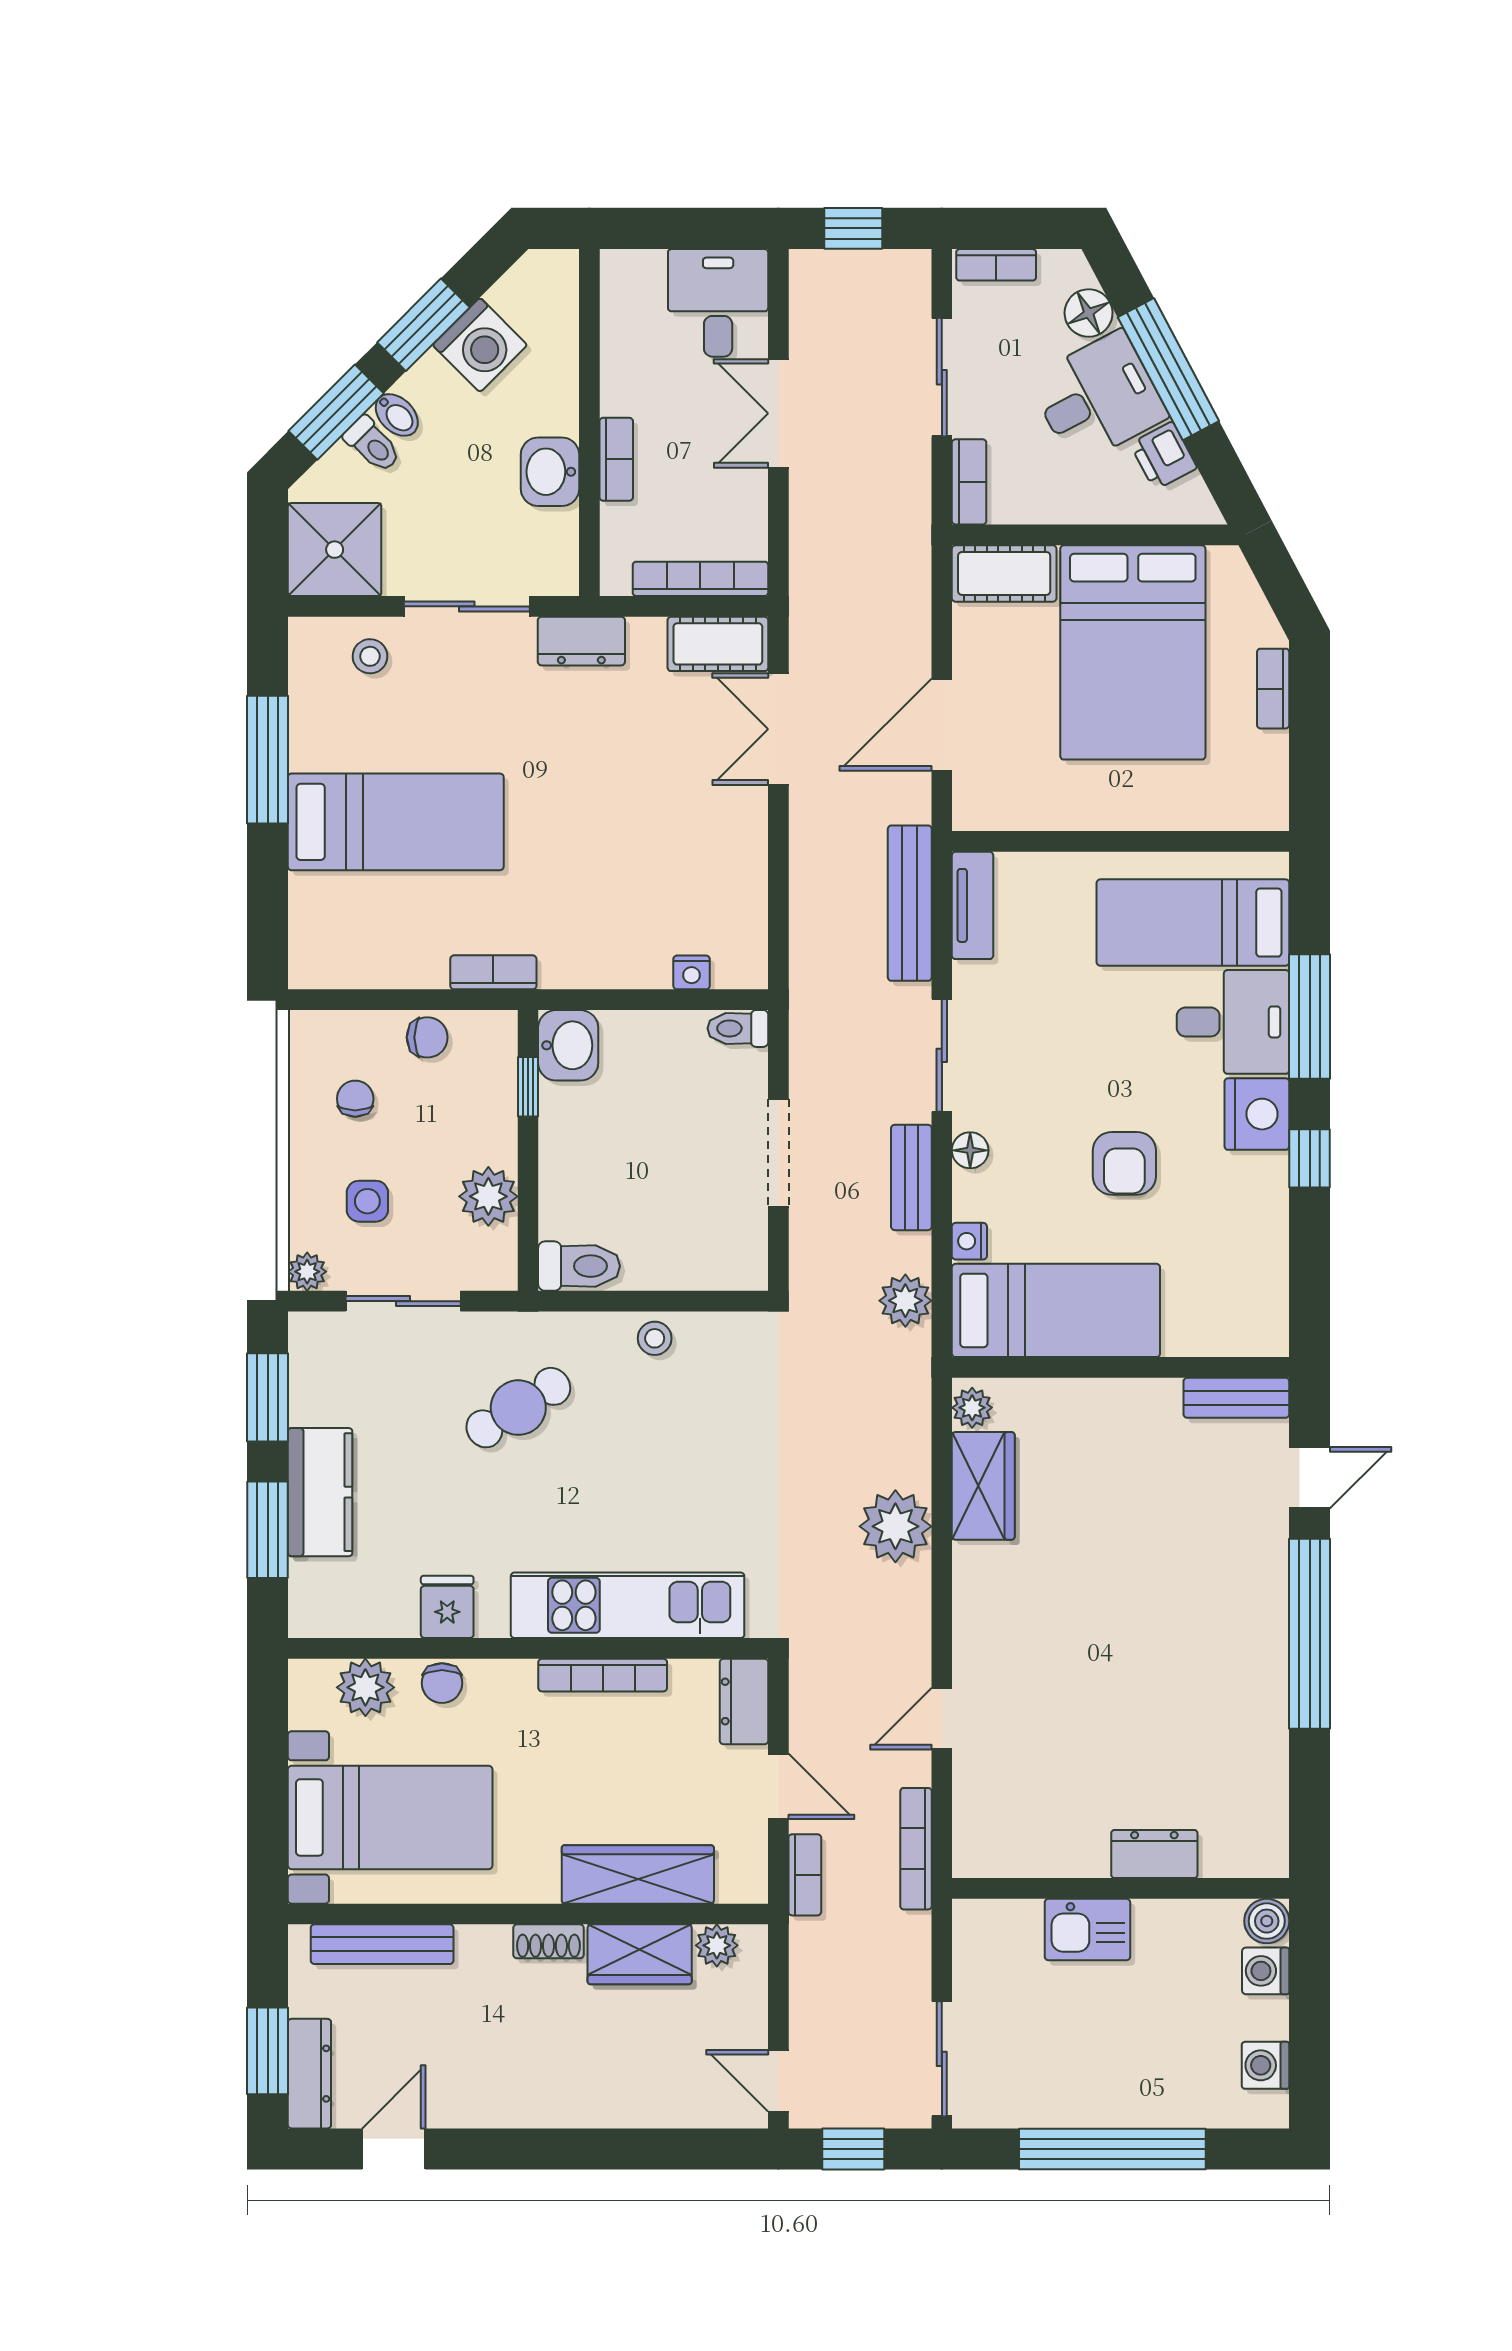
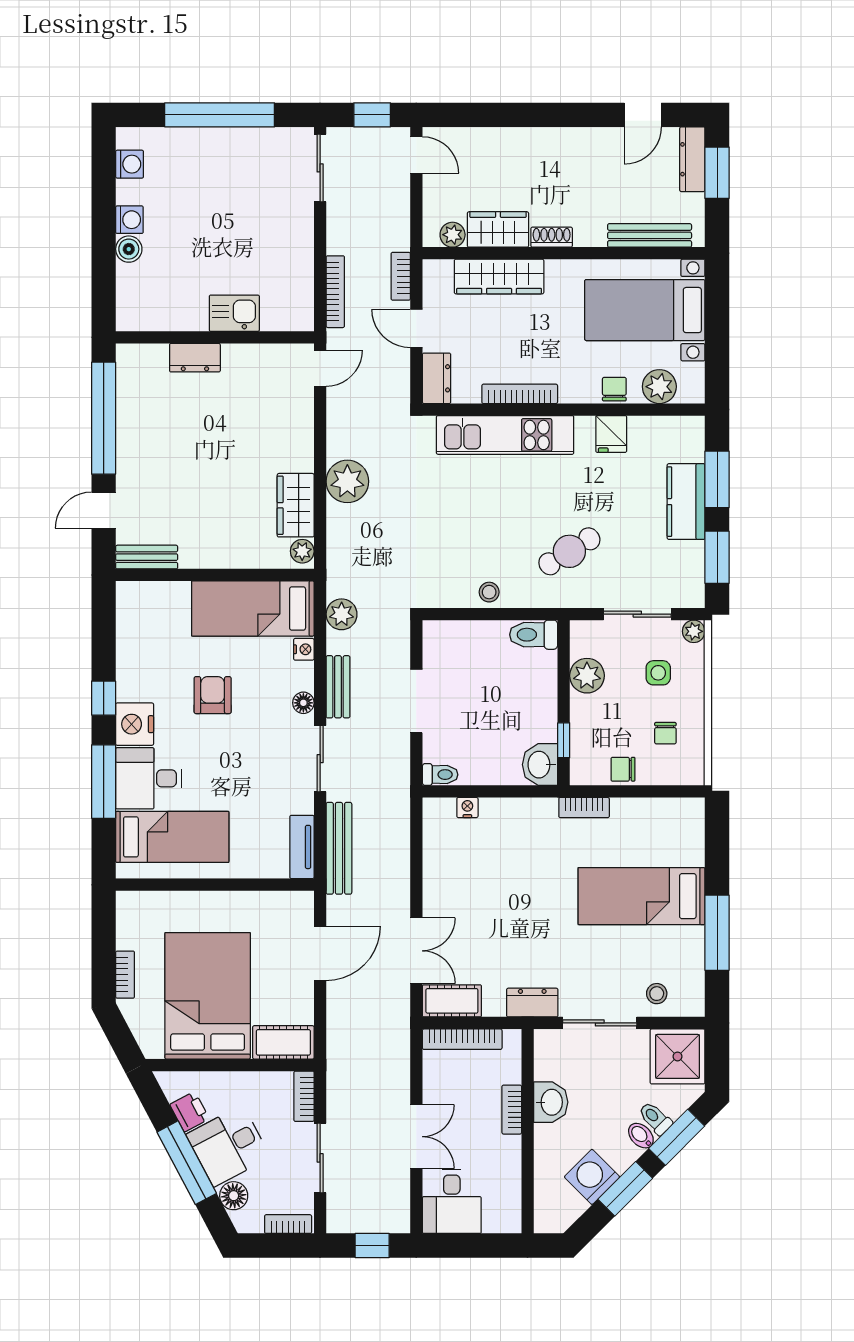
dresser: (1154, 1854) -> (195, 358), moved
wall: (1121, 1888) -> (215, 337), moved
kitchen sink: (1087, 1930) -> (234, 313), moved

